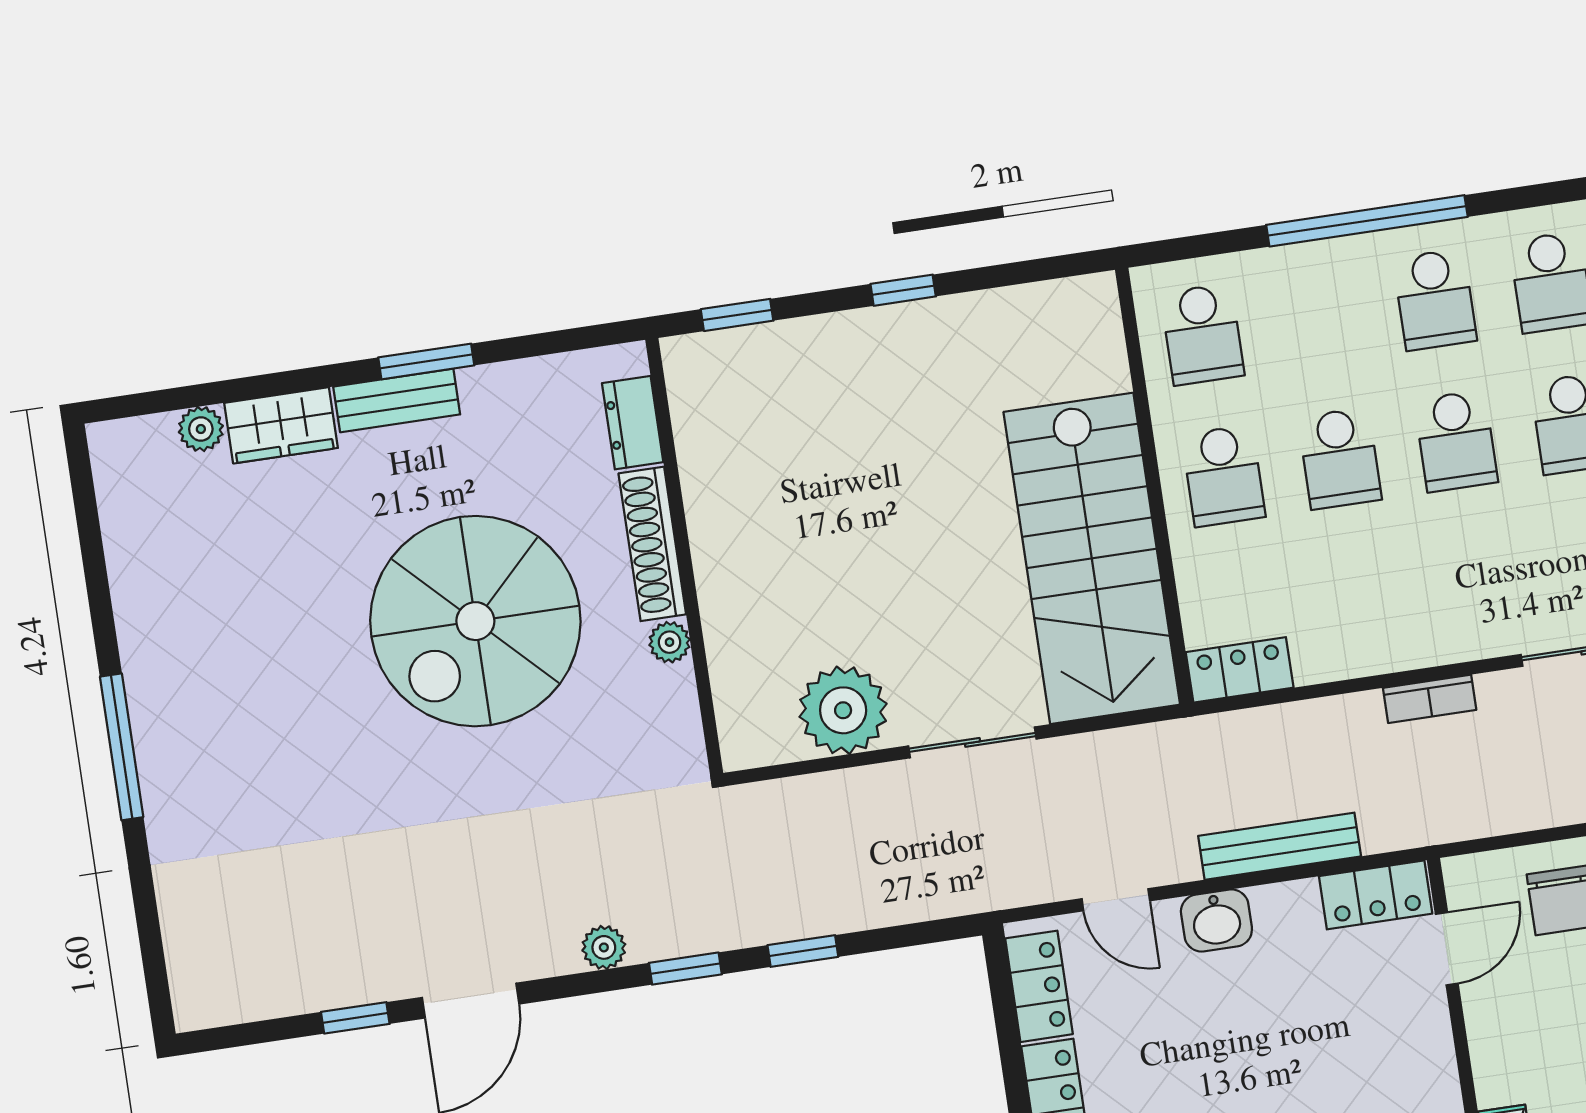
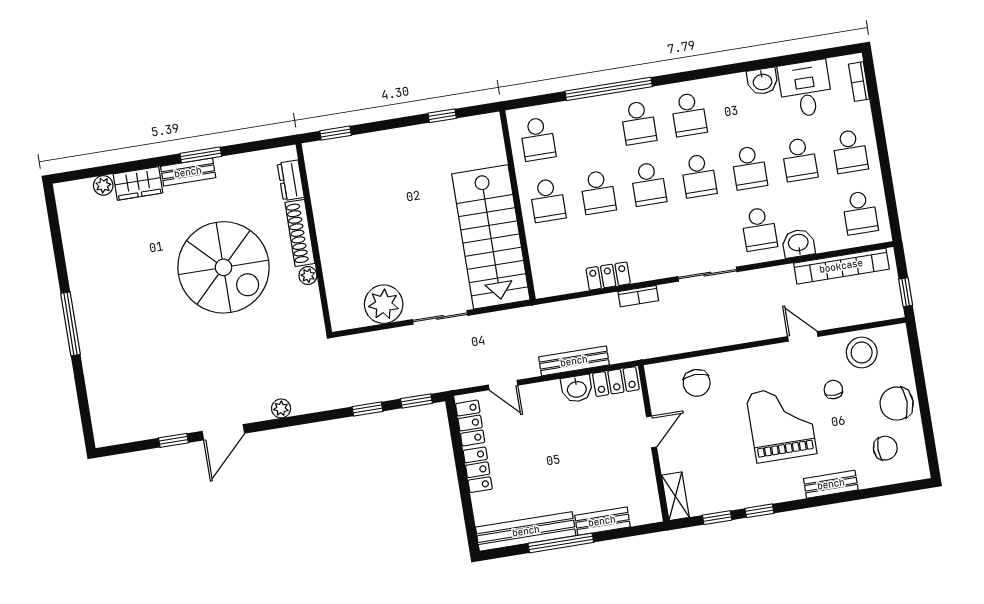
window: (903, 290) -> (442, 116), moved
spiral stairs: (475, 621) -> (223, 267), turned -90
locker: (1240, 670) -> (608, 276), moved
washbasin: (1216, 920) -> (577, 389), moved
door: (1447, 949) -> (652, 432), moved
window: (685, 969) -> (416, 401), moved

